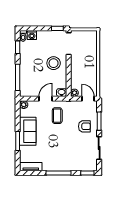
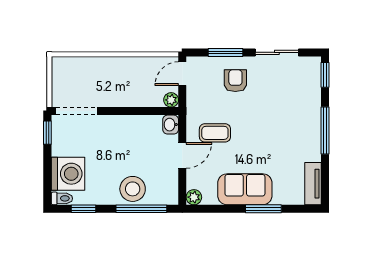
washing machine: (32, 35) -> (68, 174), width x1.89, depth x1.89
stool: (54, 63) -> (133, 189), moved
door: (46, 99) -> (182, 155), swing flipped

